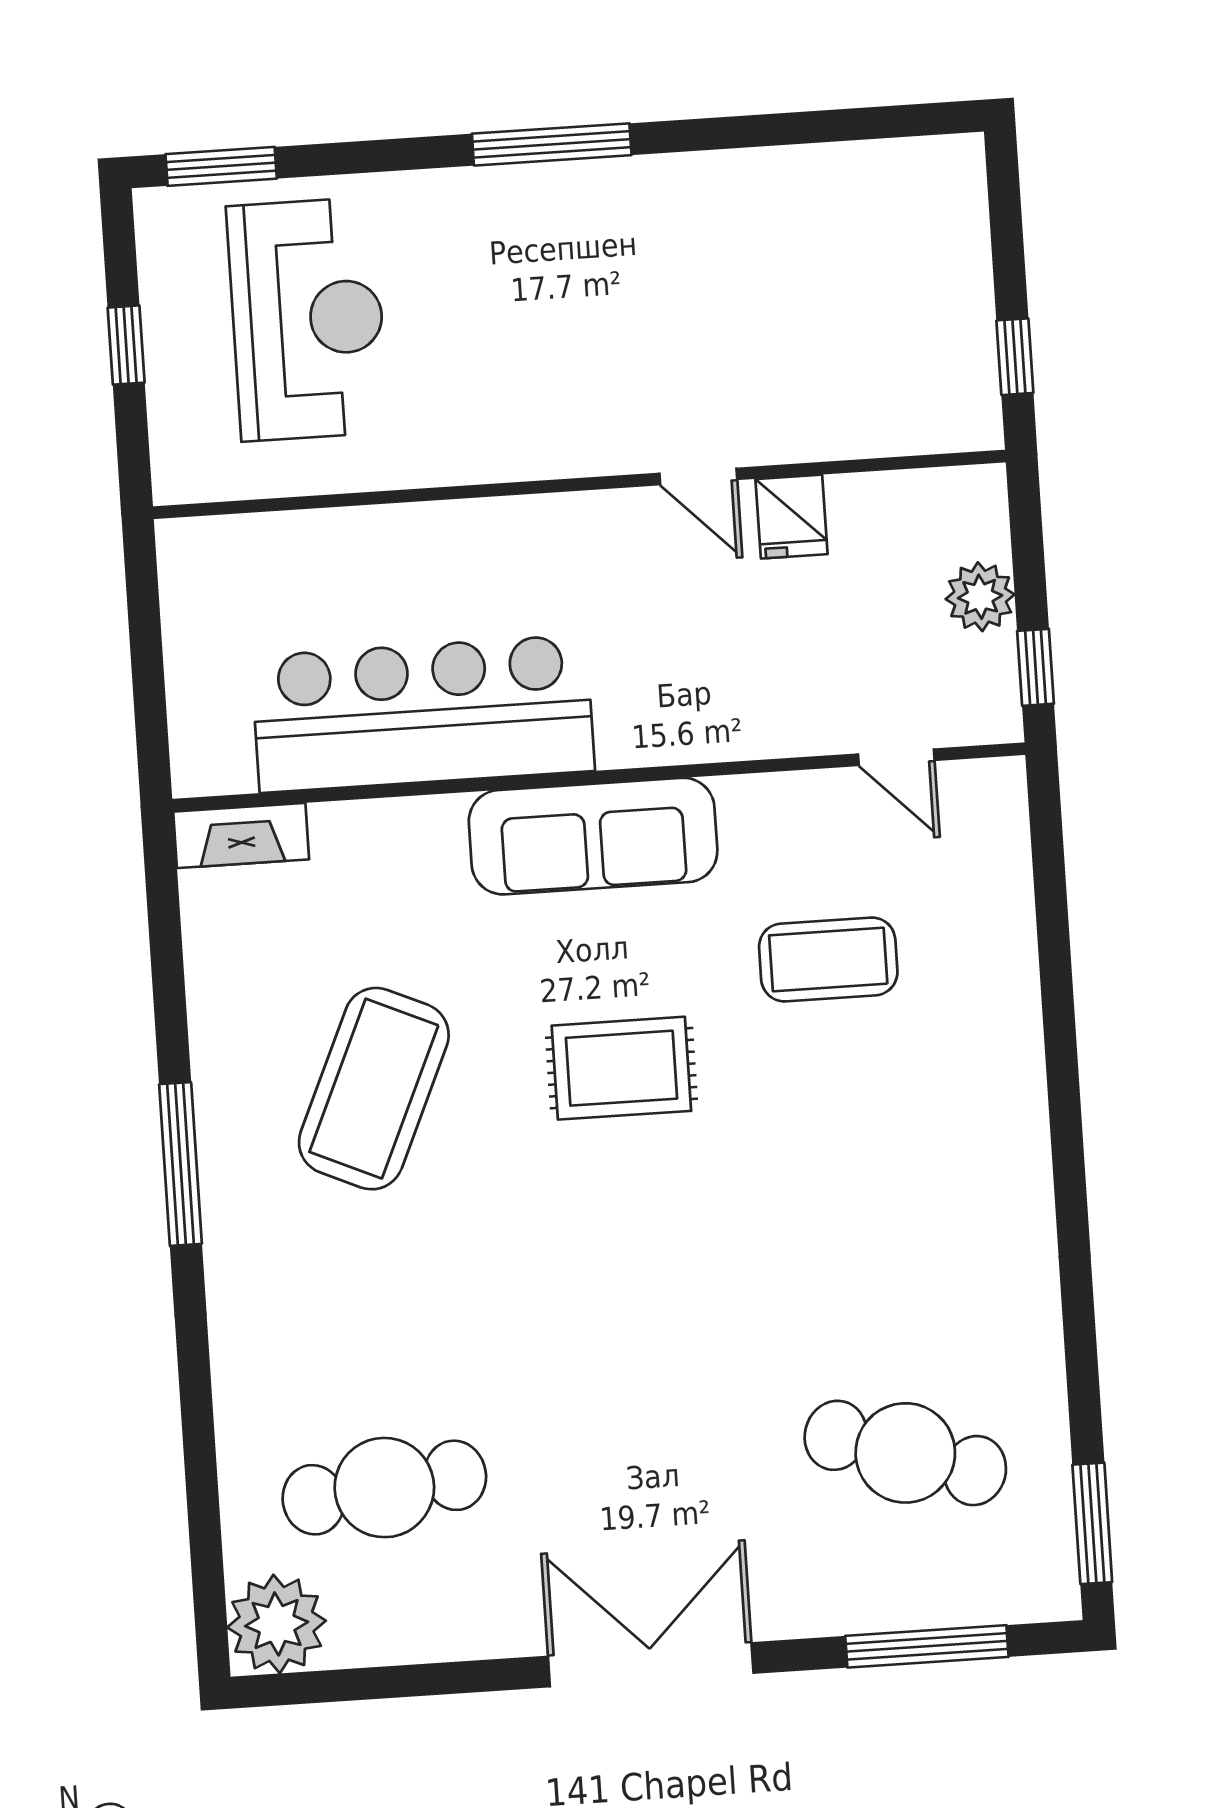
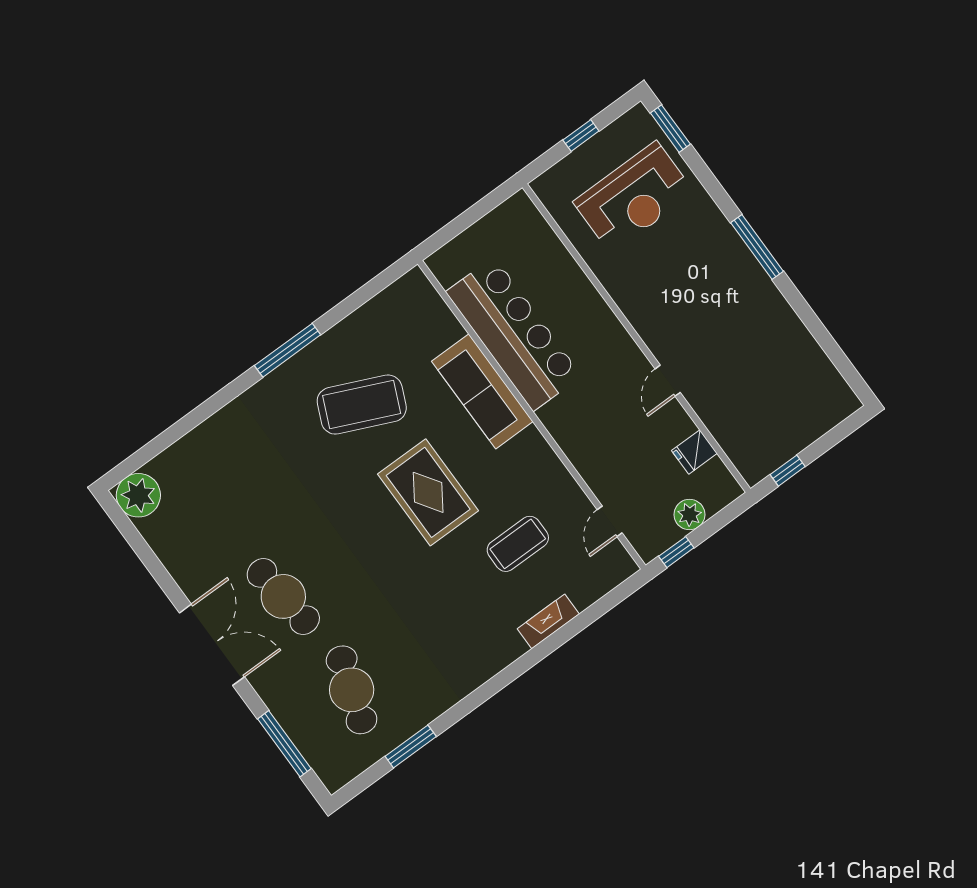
fridge: (792, 517) -> (694, 452), moved
fireplace: (241, 835) -> (548, 621), moved, turned 90
sofa: (593, 836) -> (482, 391), moved
coffee table: (828, 959) -> (518, 544), turned 90
rug: (621, 1068) -> (428, 492), width x1.36, depth x1.43
cafe table: (384, 1488) -> (283, 596), moved
window: (1092, 1523) -> (411, 746), moved

